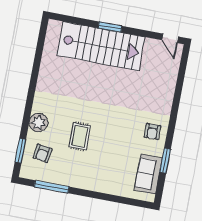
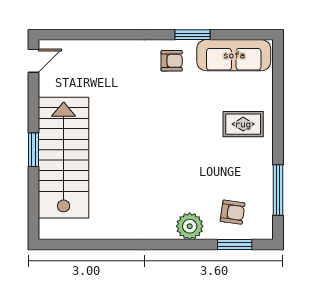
rug: (80, 136) -> (243, 124), moved
window: (165, 161) -> (192, 35), moved
sofa: (148, 174) -> (234, 55), width x1.36

